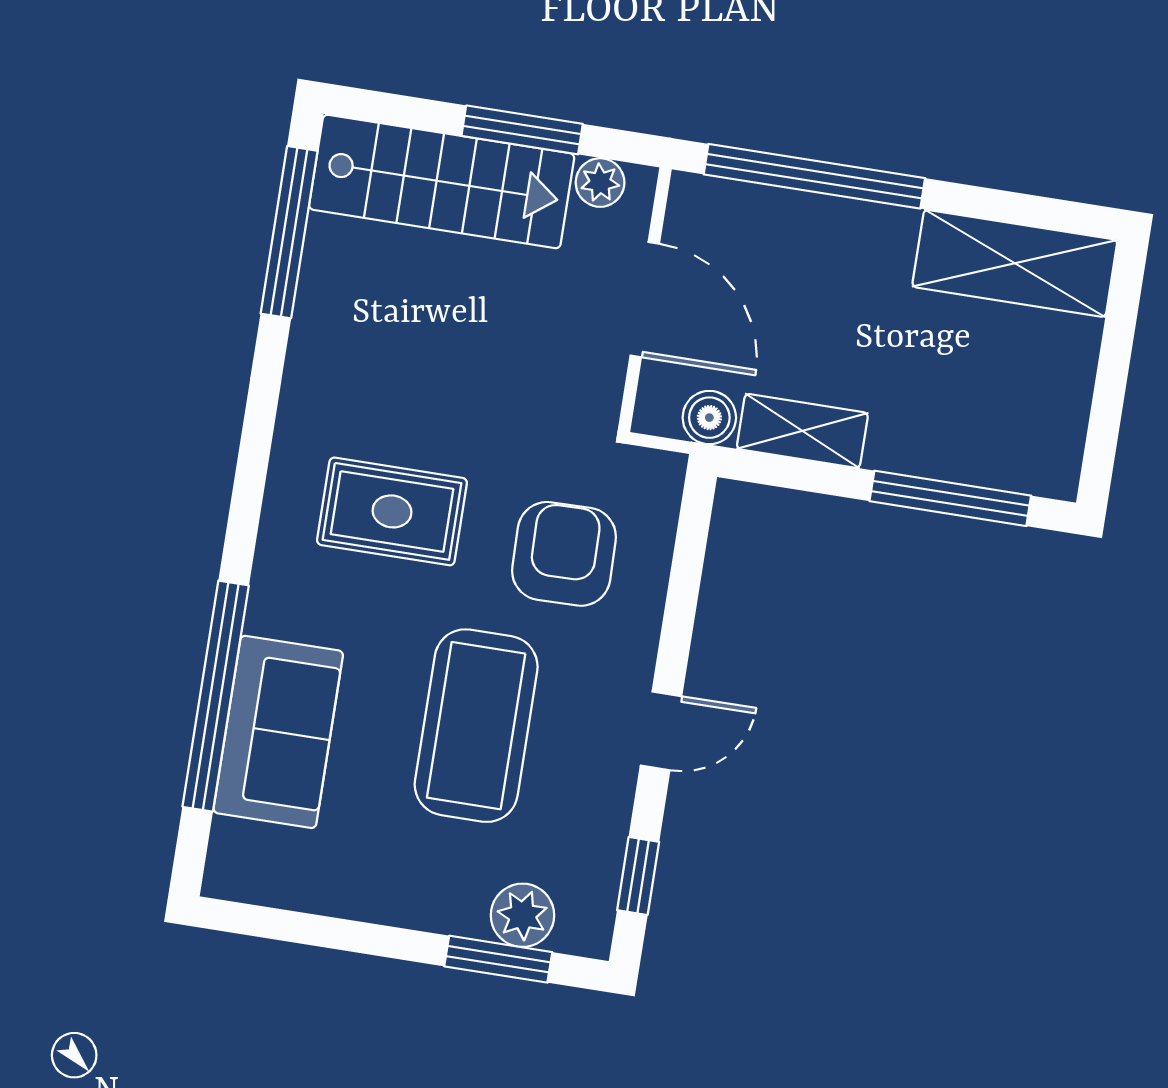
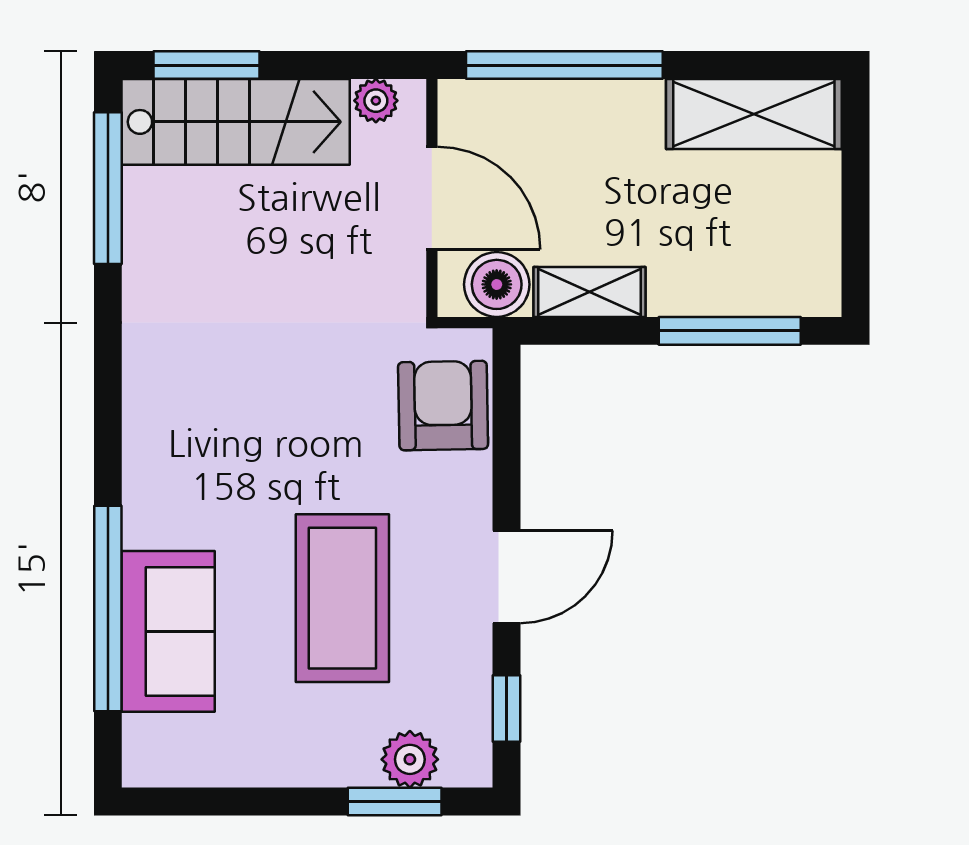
window: (522, 130) -> (207, 65), moved
boiler: (709, 418) -> (497, 284), width x1.36, depth x1.36
rug: (392, 511) -> (238, 421), removed
armchair: (564, 554) -> (443, 406), moved
door: (661, 731) -> (507, 577), width x1.37

